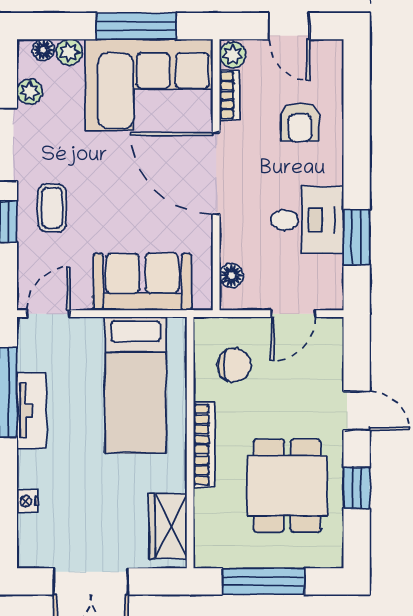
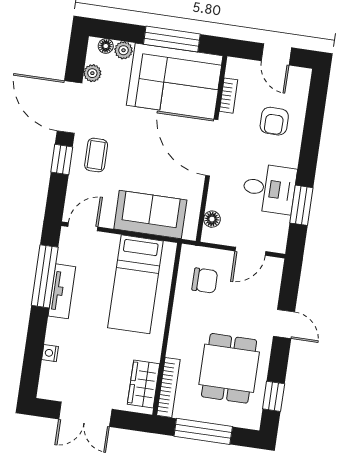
plant: (233, 55) -> (235, 68), removed
bookcase: (204, 445) -> (168, 387), moved
window: (357, 488) -> (274, 396), moved

